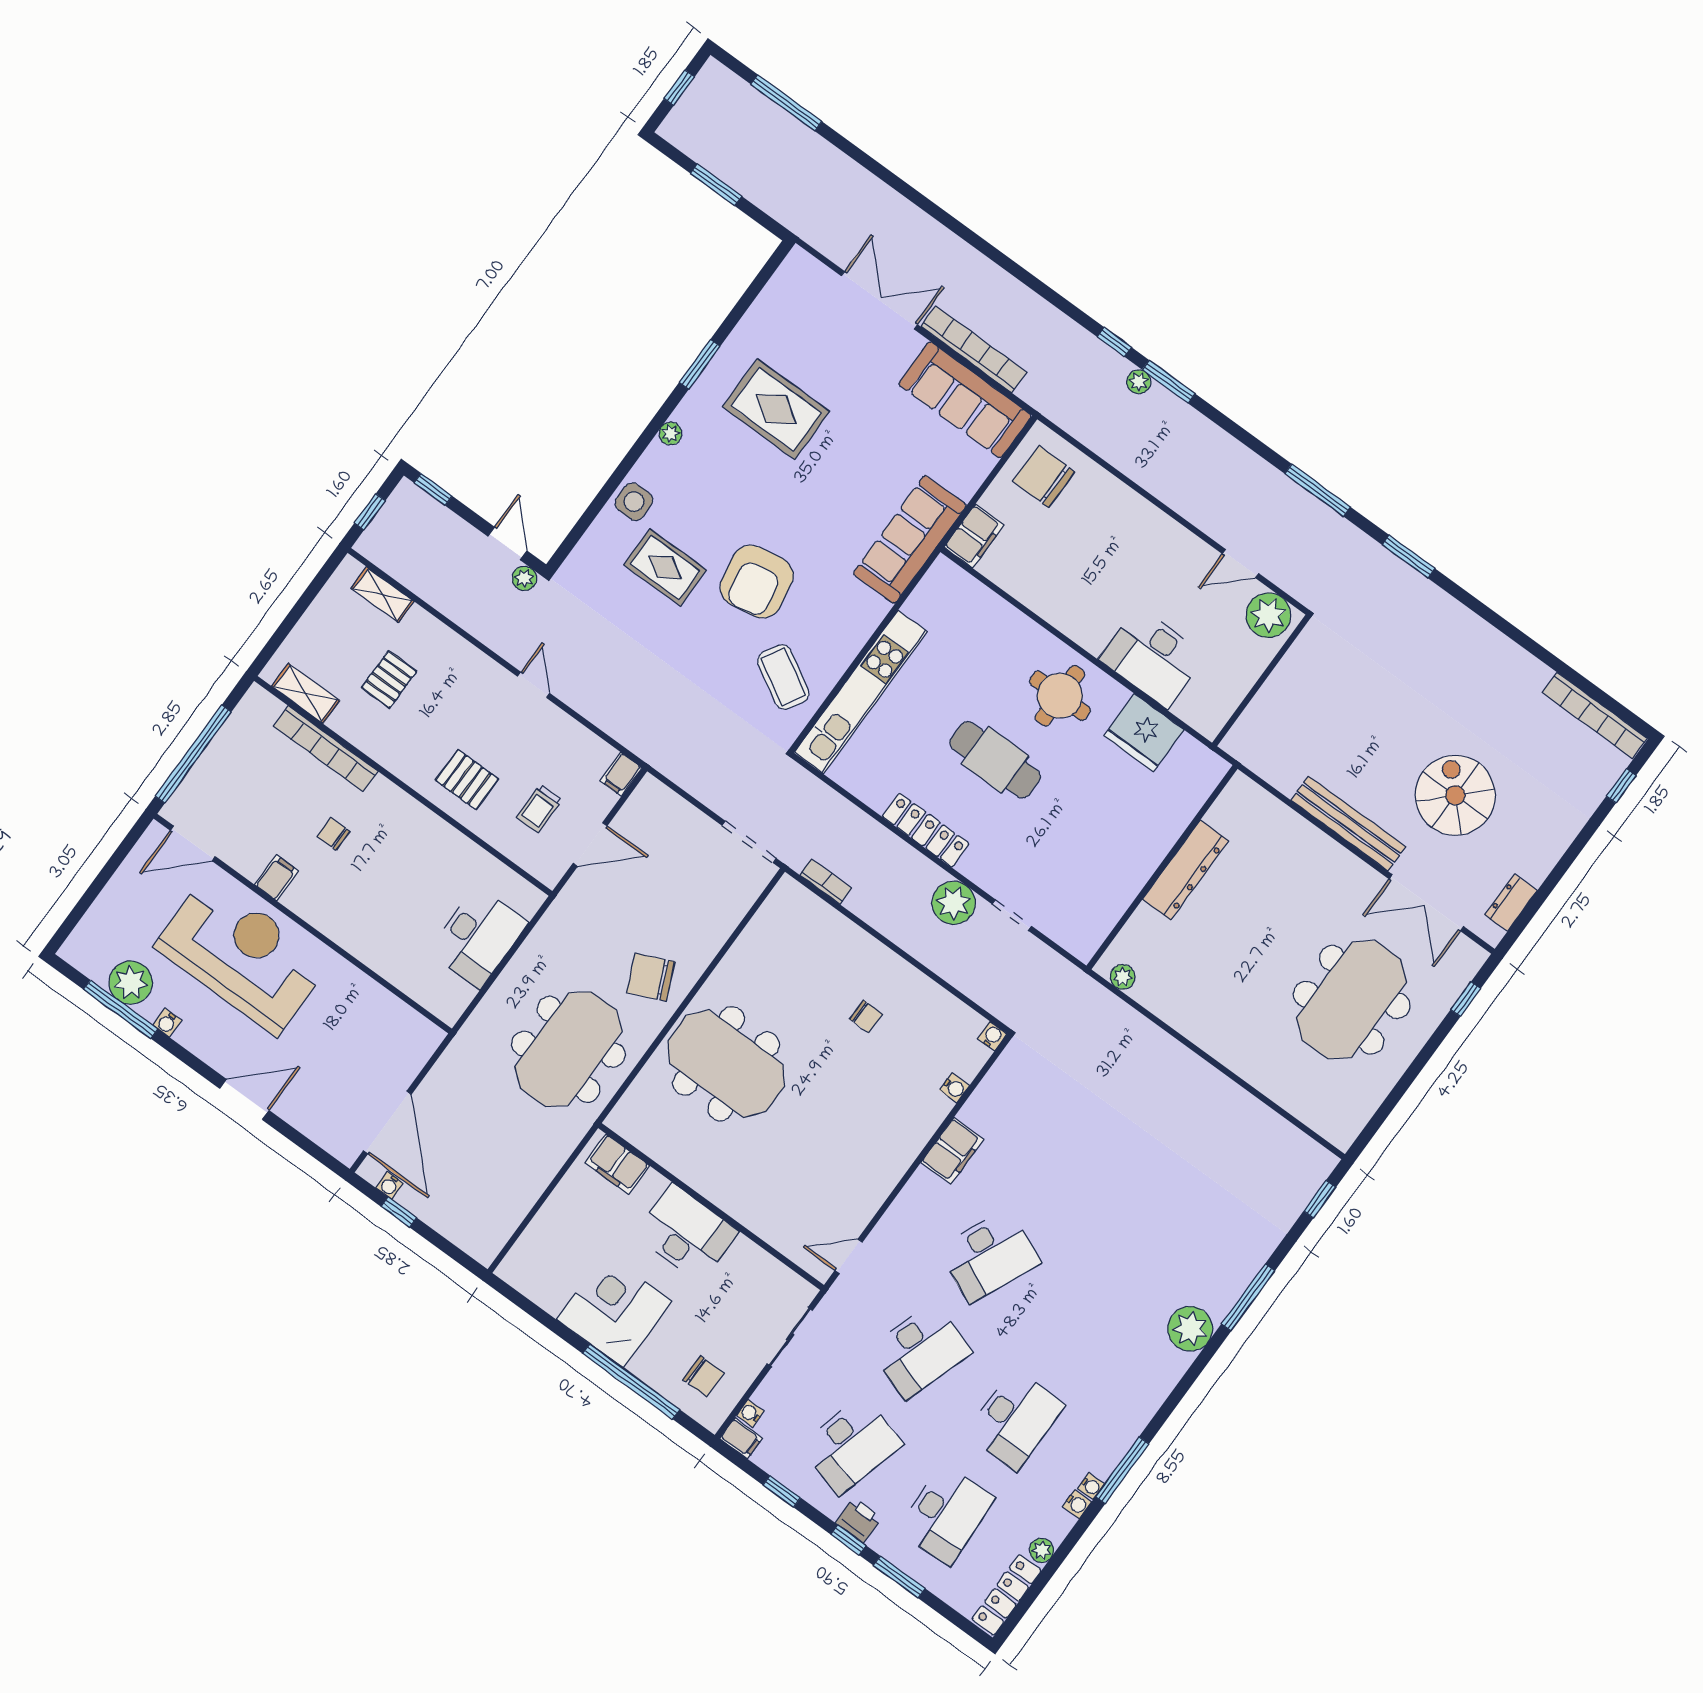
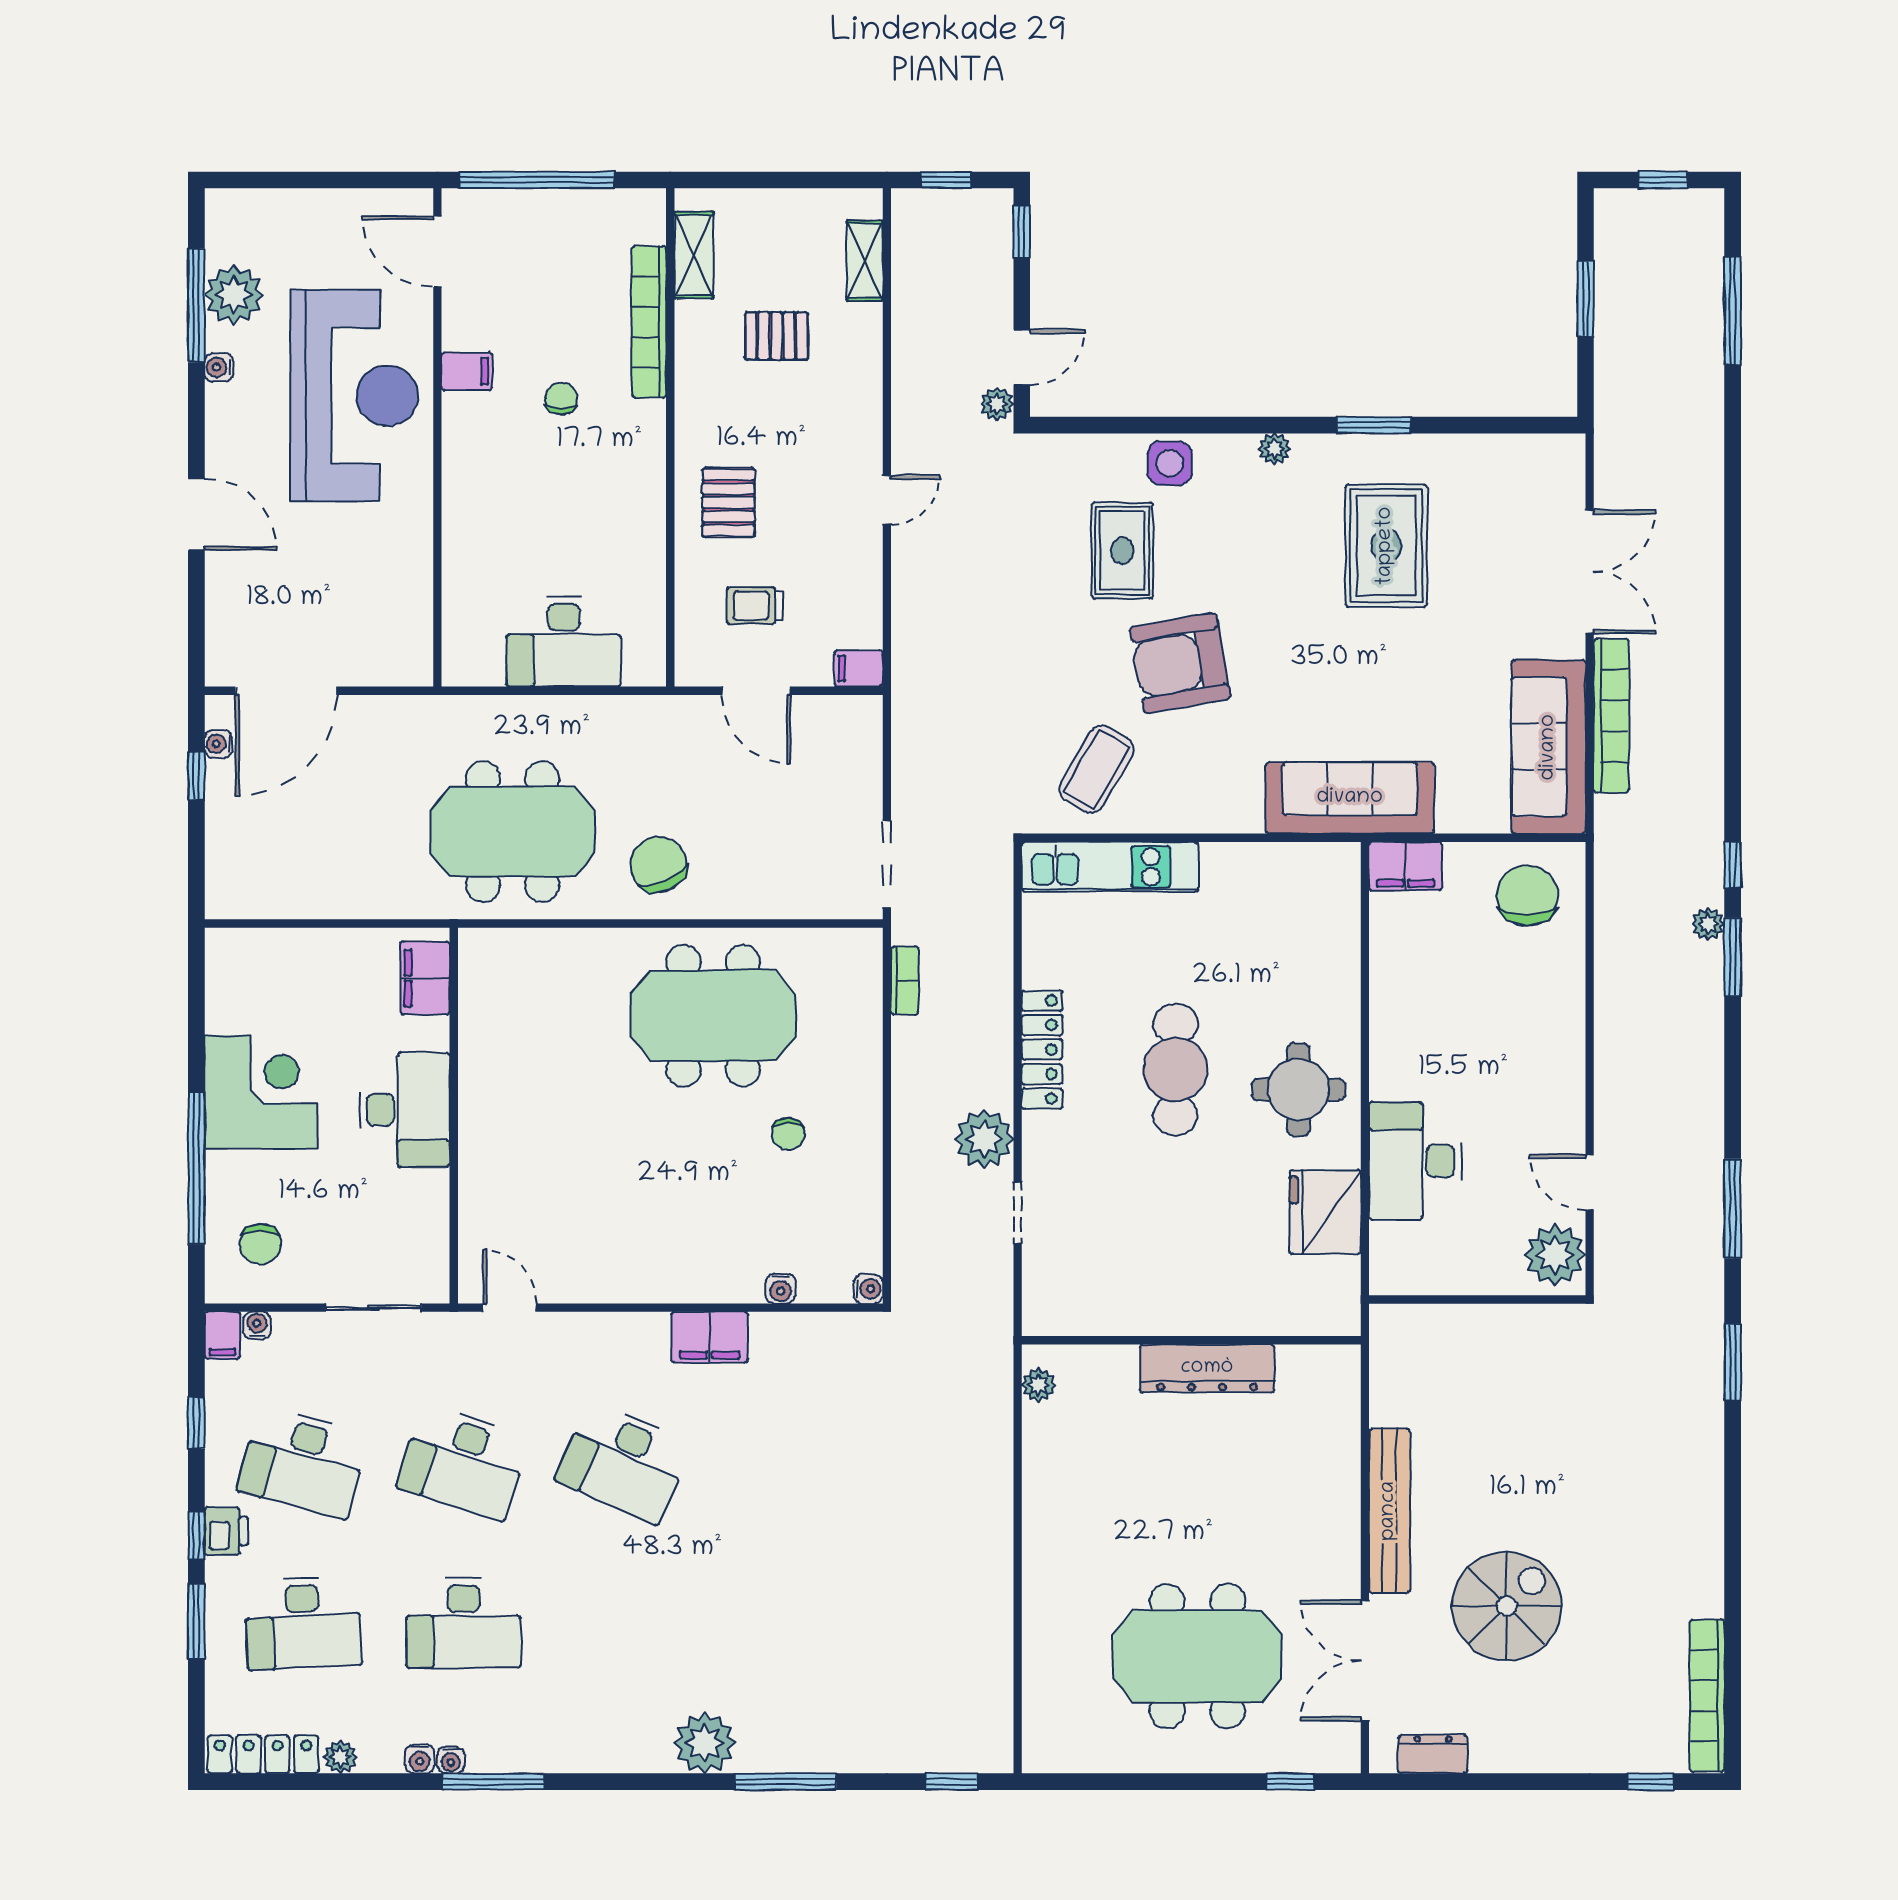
kitchen unit: (861, 692) -> (1110, 867), width x0.73
meeting table: (726, 1064) -> (713, 1016), moved, turned 90

